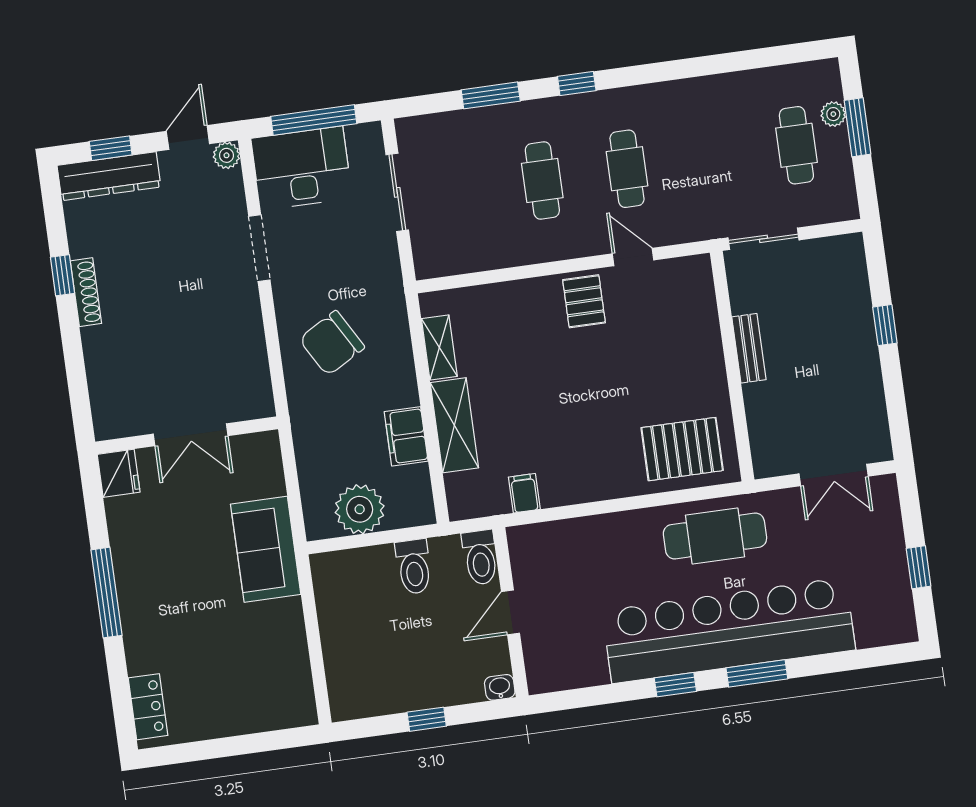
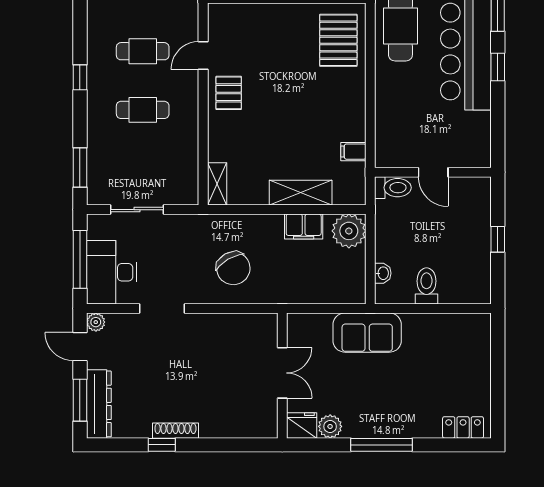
window: (491, 95) -> (80, 168), moved
window: (111, 148) -> (80, 400), width x1.50
pallet: (584, 301) -> (229, 93), turned 90
shelving: (439, 347) -> (217, 184), moved, turned 90
plant: (360, 509) -> (349, 231), moved
plant: (123, 515) -> (330, 426), added
toilet: (414, 567) -> (427, 286), moved, turned -90
washbasin: (500, 687) -> (383, 273), moved, turned 180

